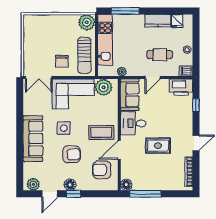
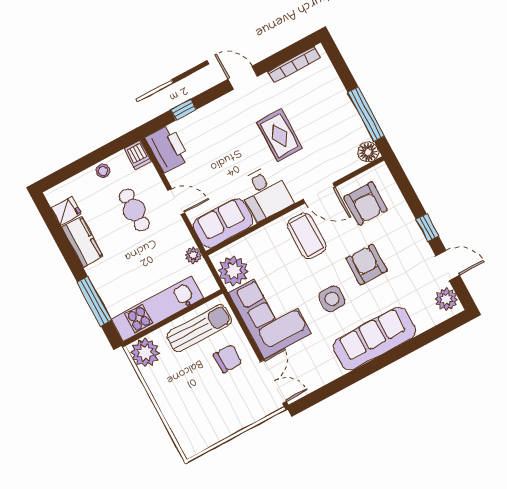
floor lamp: (70, 185) -> (416, 241), removed

